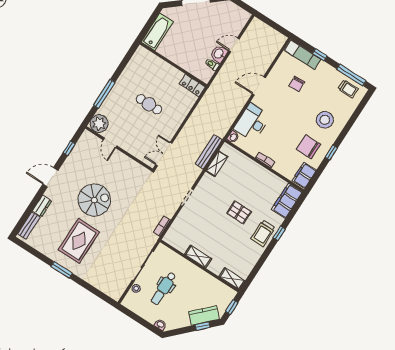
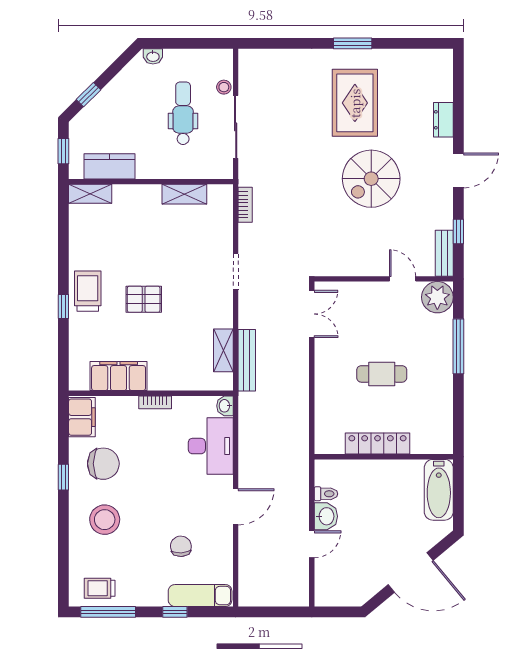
locker: (192, 85) -> (378, 444), moved, width x1.53
filing cabinet: (287, 201) -> (119, 376), moved, turned -90
bench: (29, 226) -> (444, 253), moved
shelving: (198, 257) -> (184, 194), moved
kitchen counter: (204, 316) -> (109, 166), moved, turned -135

